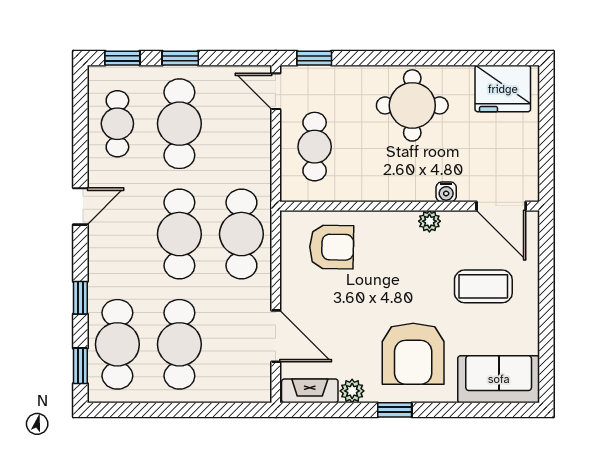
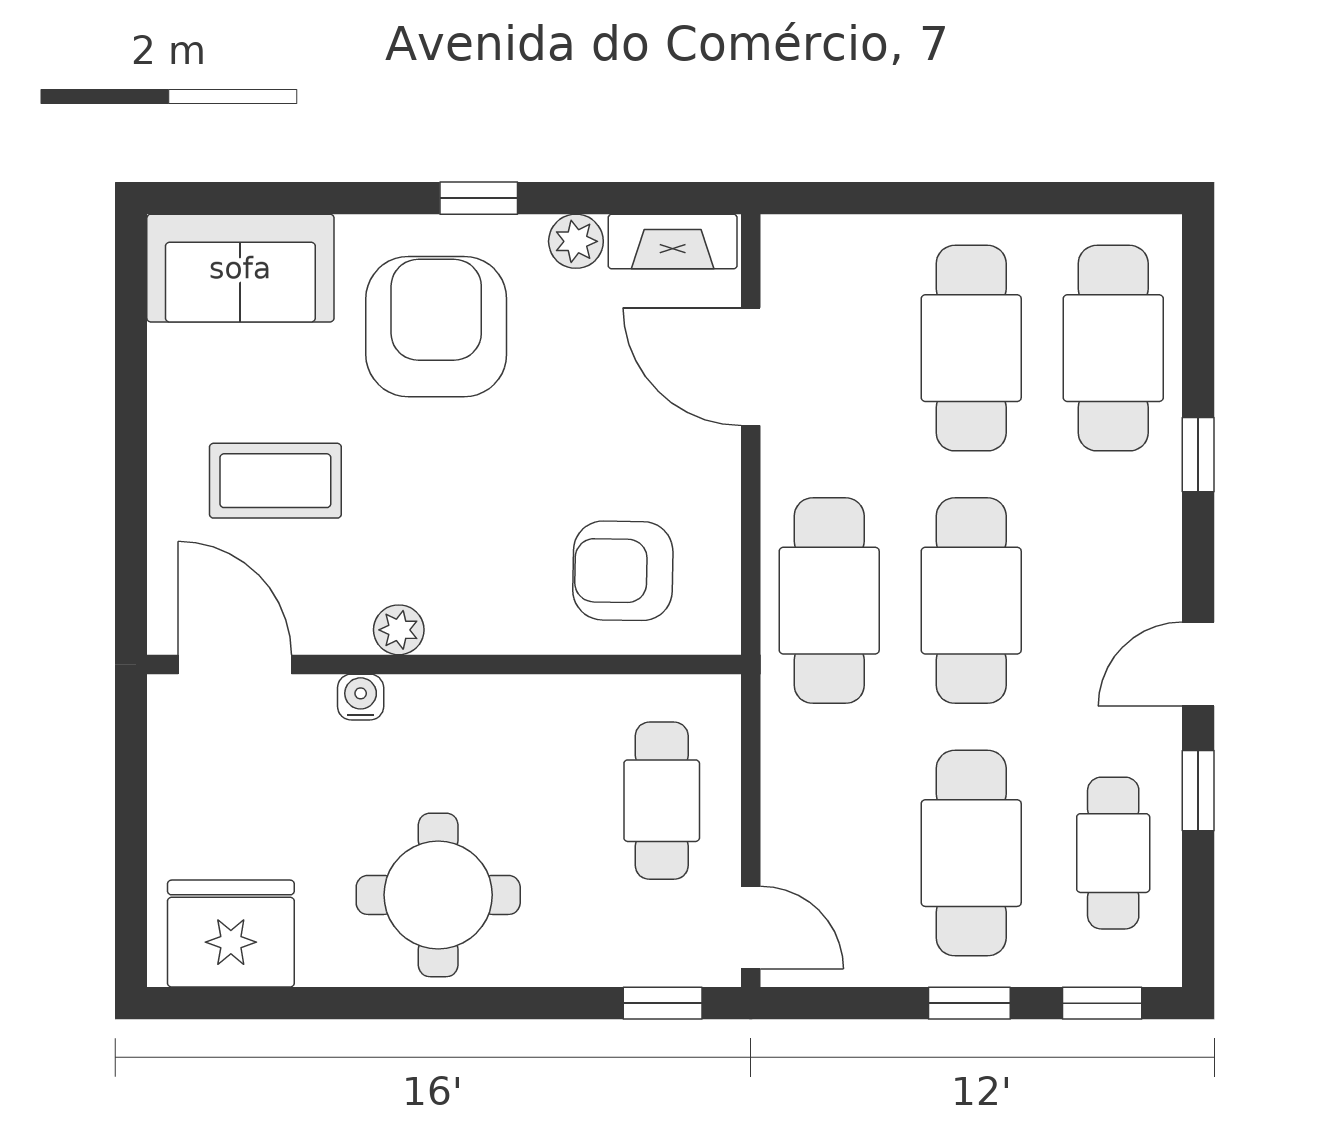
window: (80, 366) -> (1198, 791), moved

